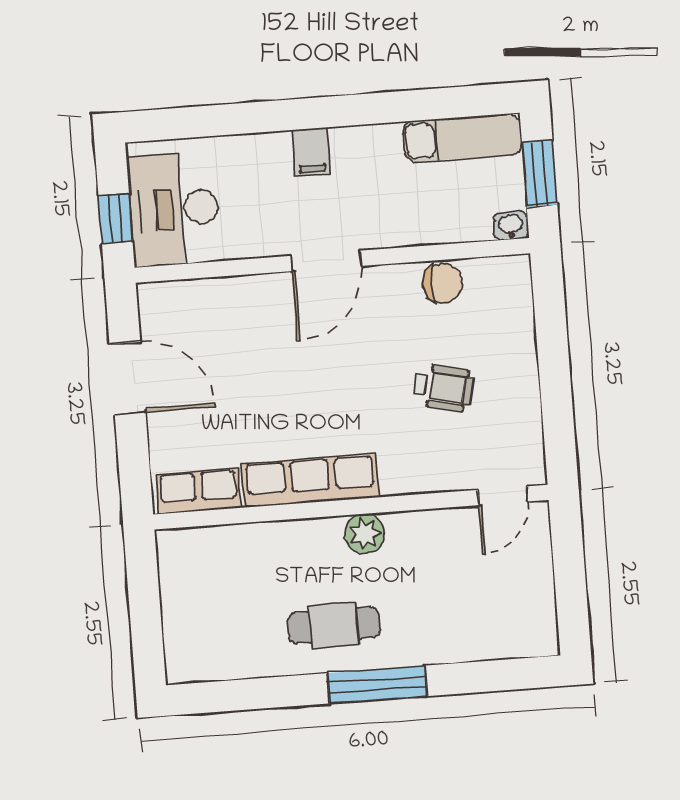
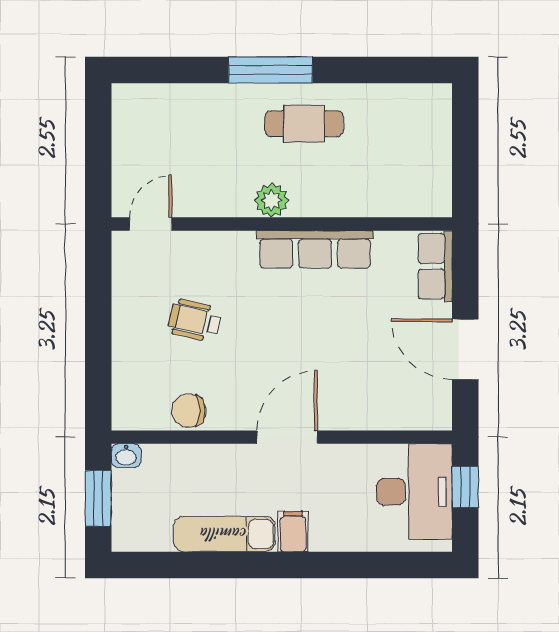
exam couch: (462, 138) -> (224, 534), moved
row of seats: (199, 491) -> (435, 266), moved, turned 90

